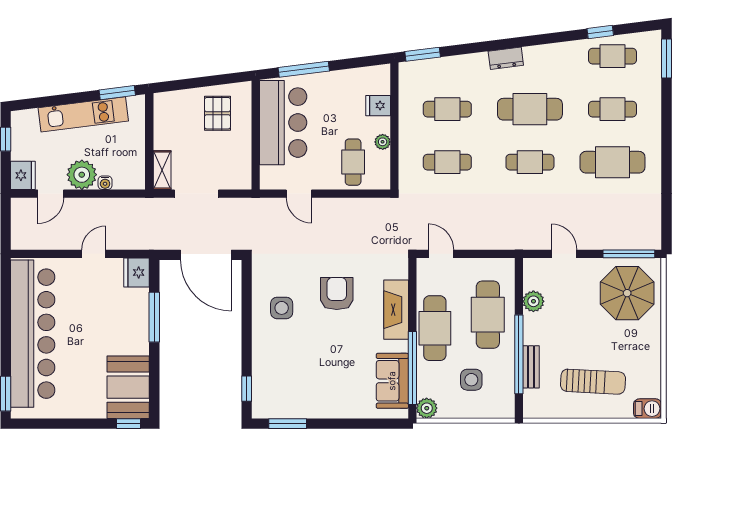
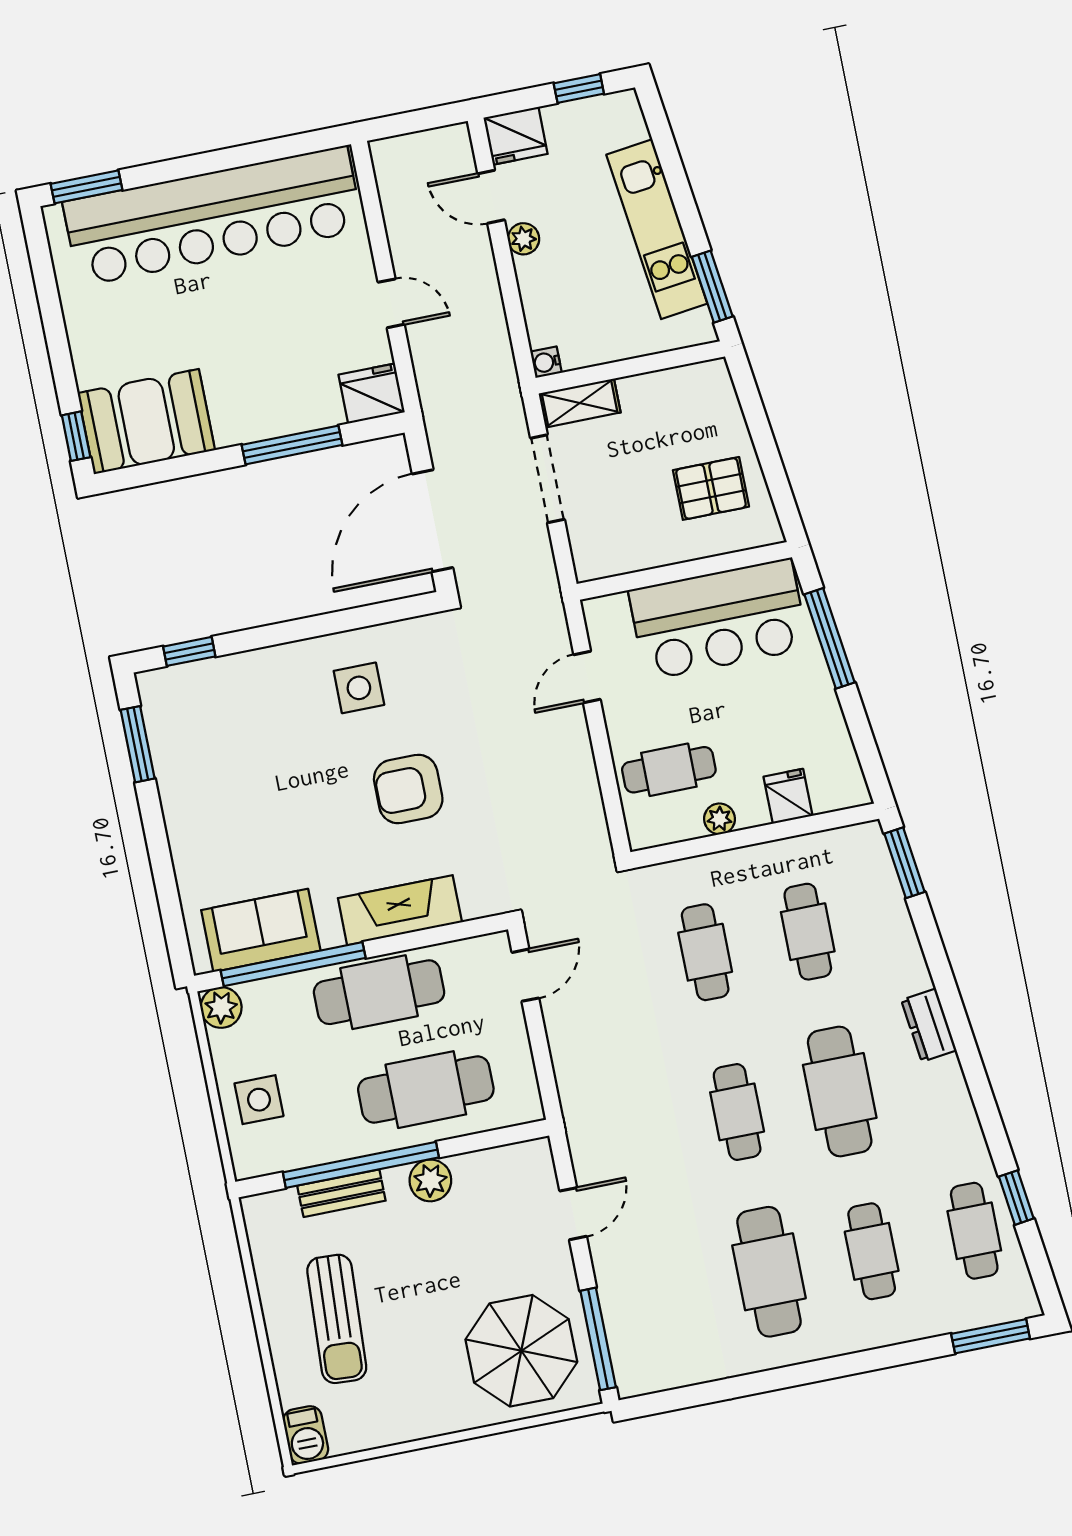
plant: (82, 175) -> (524, 239), width x0.53, depth x0.53
water cooler: (105, 183) -> (546, 362), moved
armchair: (337, 294) -> (408, 789), turned 180
plant: (533, 301) -> (430, 1180), moved
side table: (471, 380) -> (259, 1100), moved

